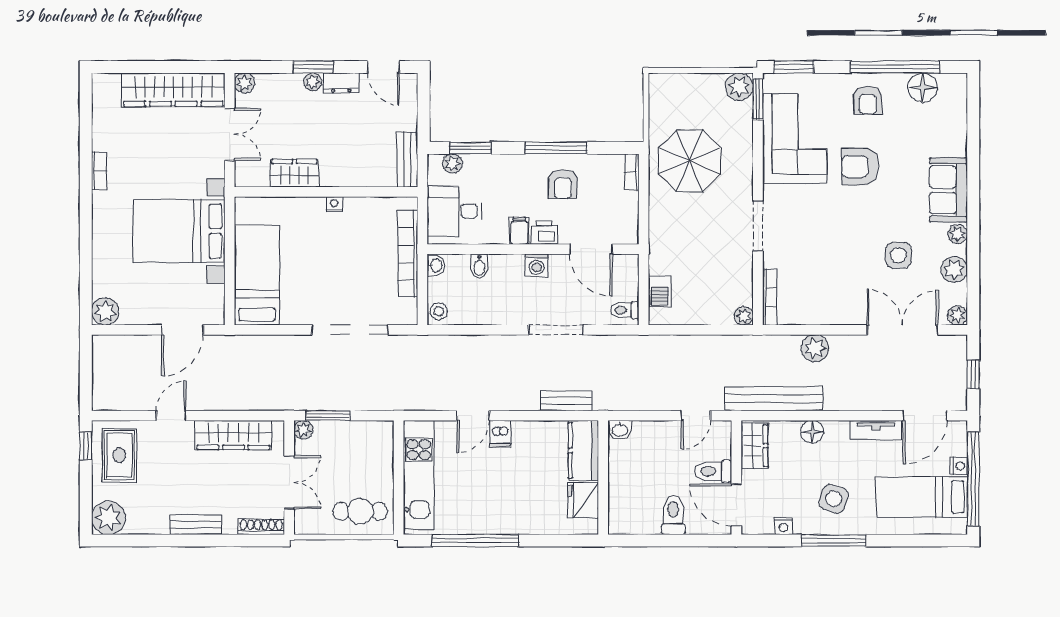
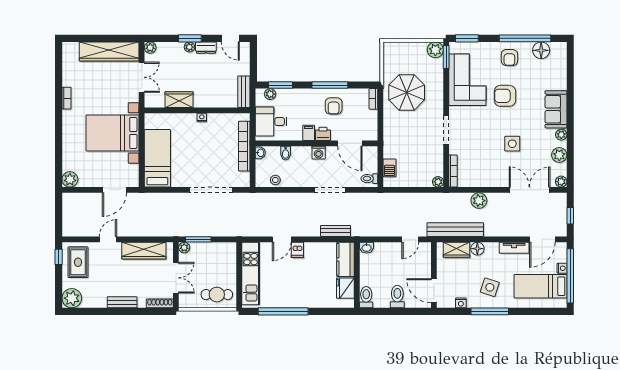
side table: (898, 255) -> (512, 144), moved
stool: (439, 311) -> (275, 180), moved
wardrobe: (755, 446) -> (457, 250), moved, turned 90
toilet: (713, 471) -> (366, 297), moved, turned 90

